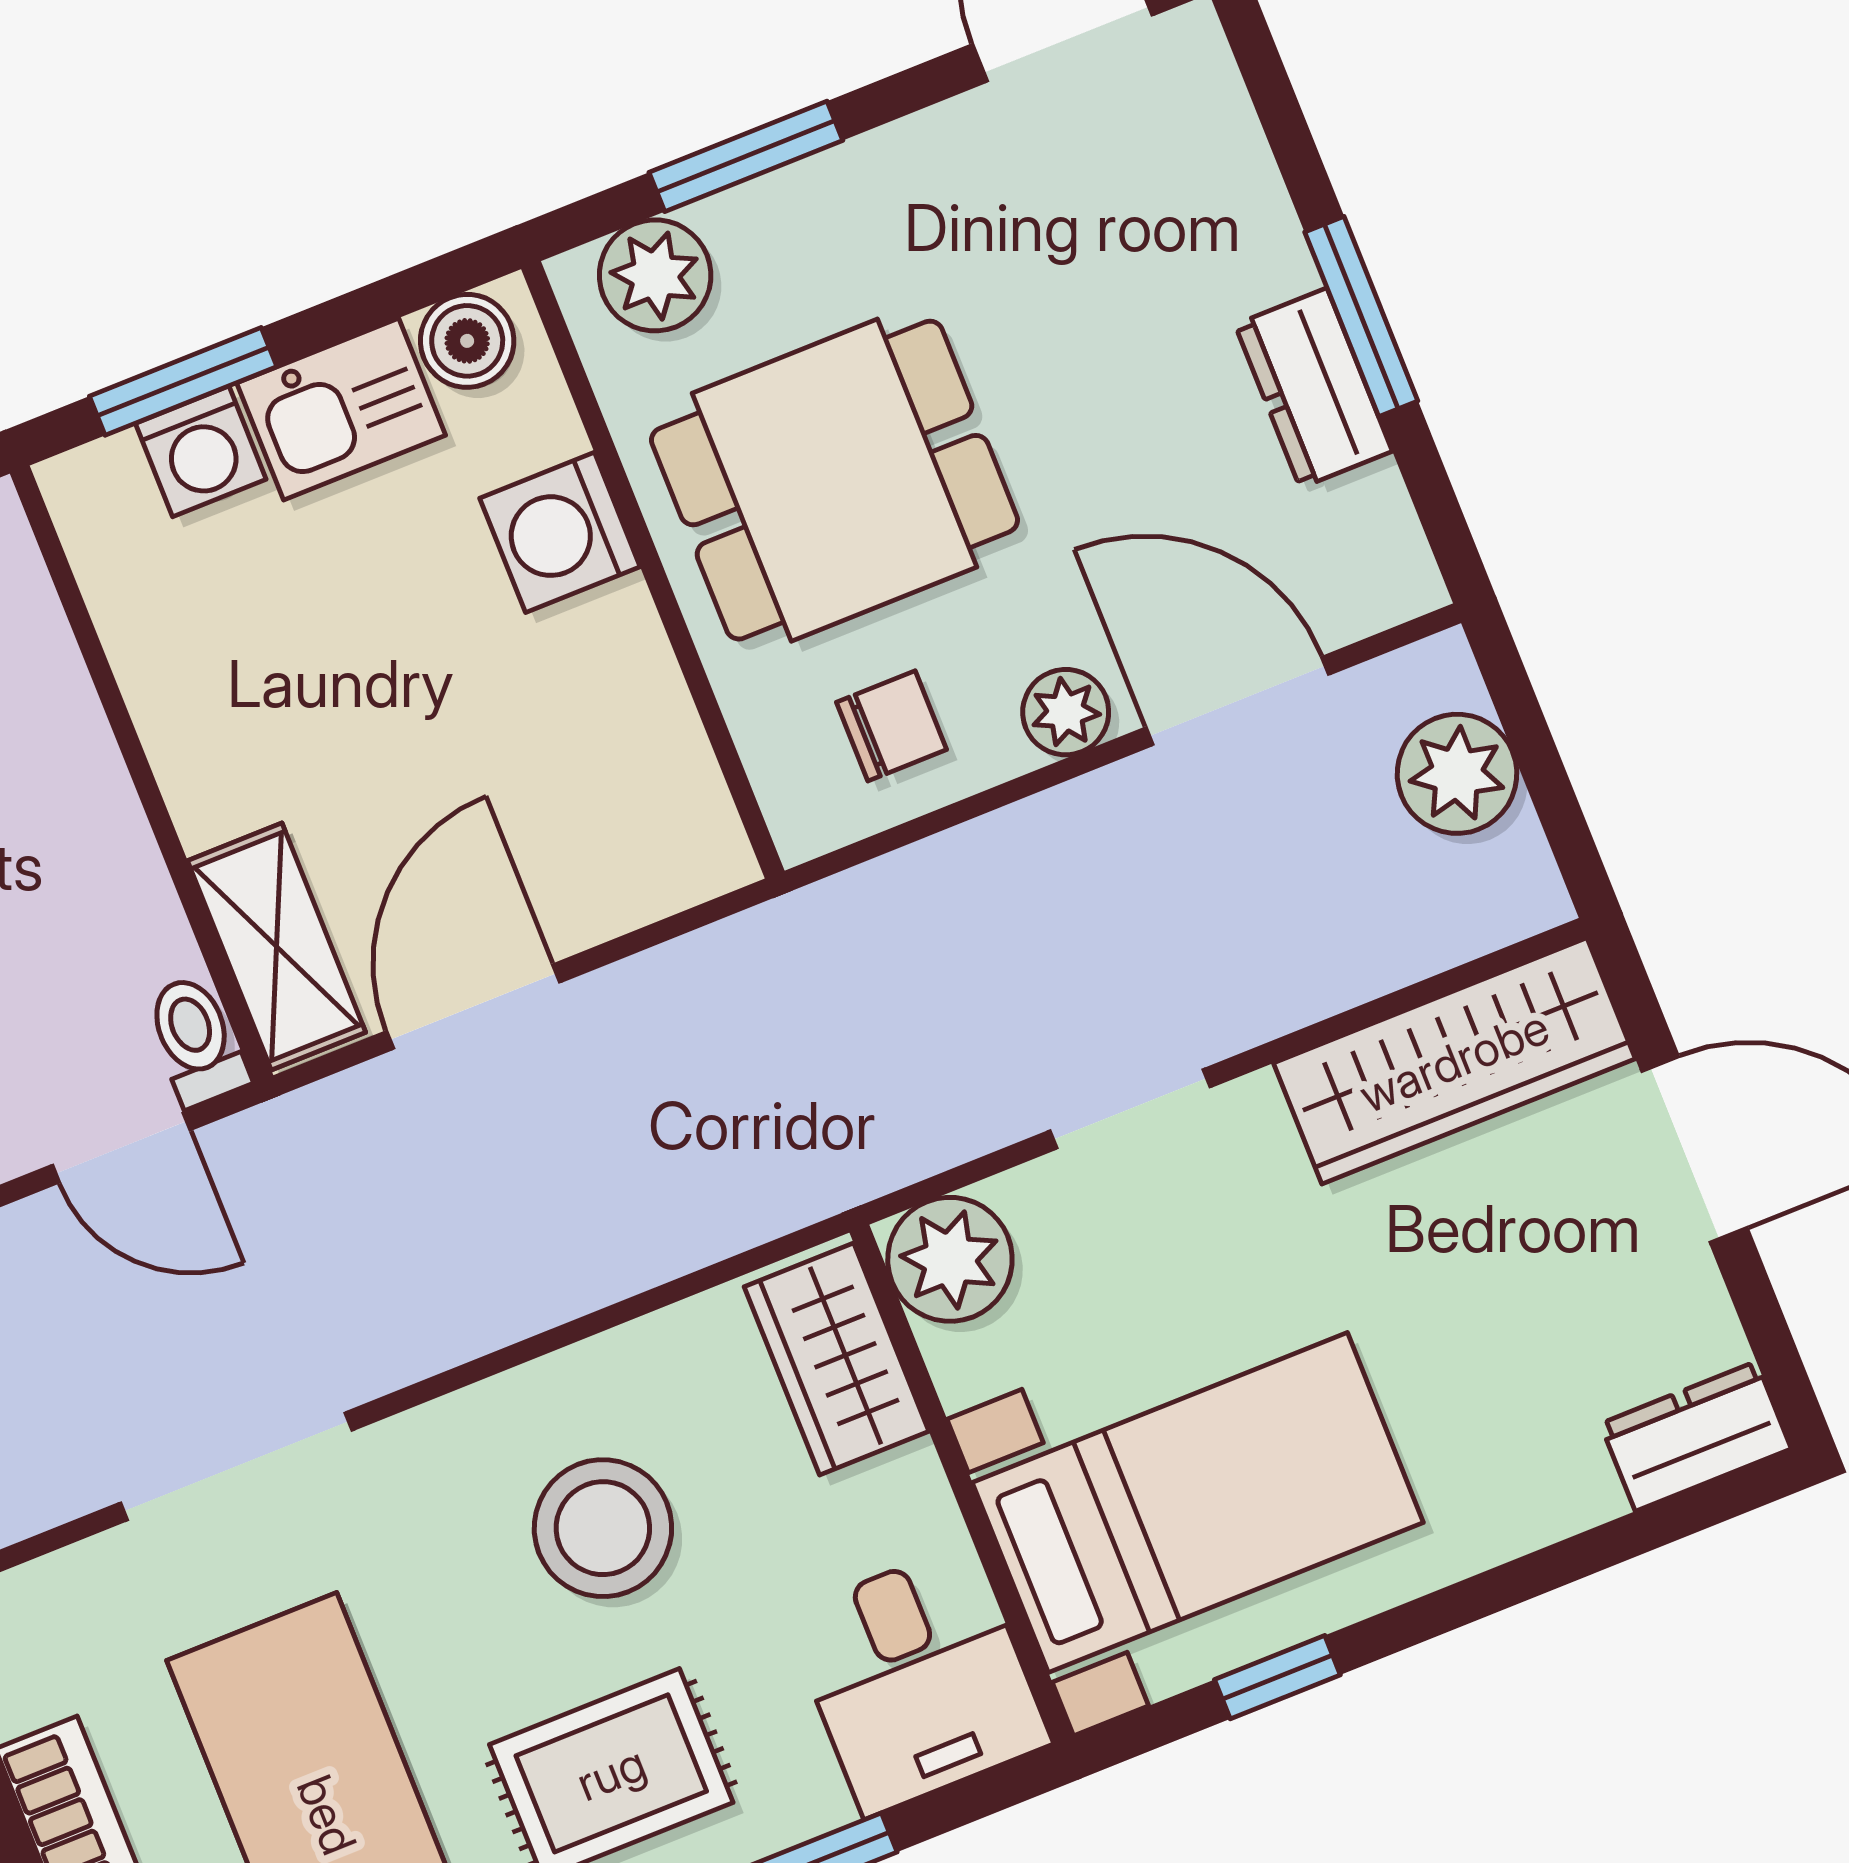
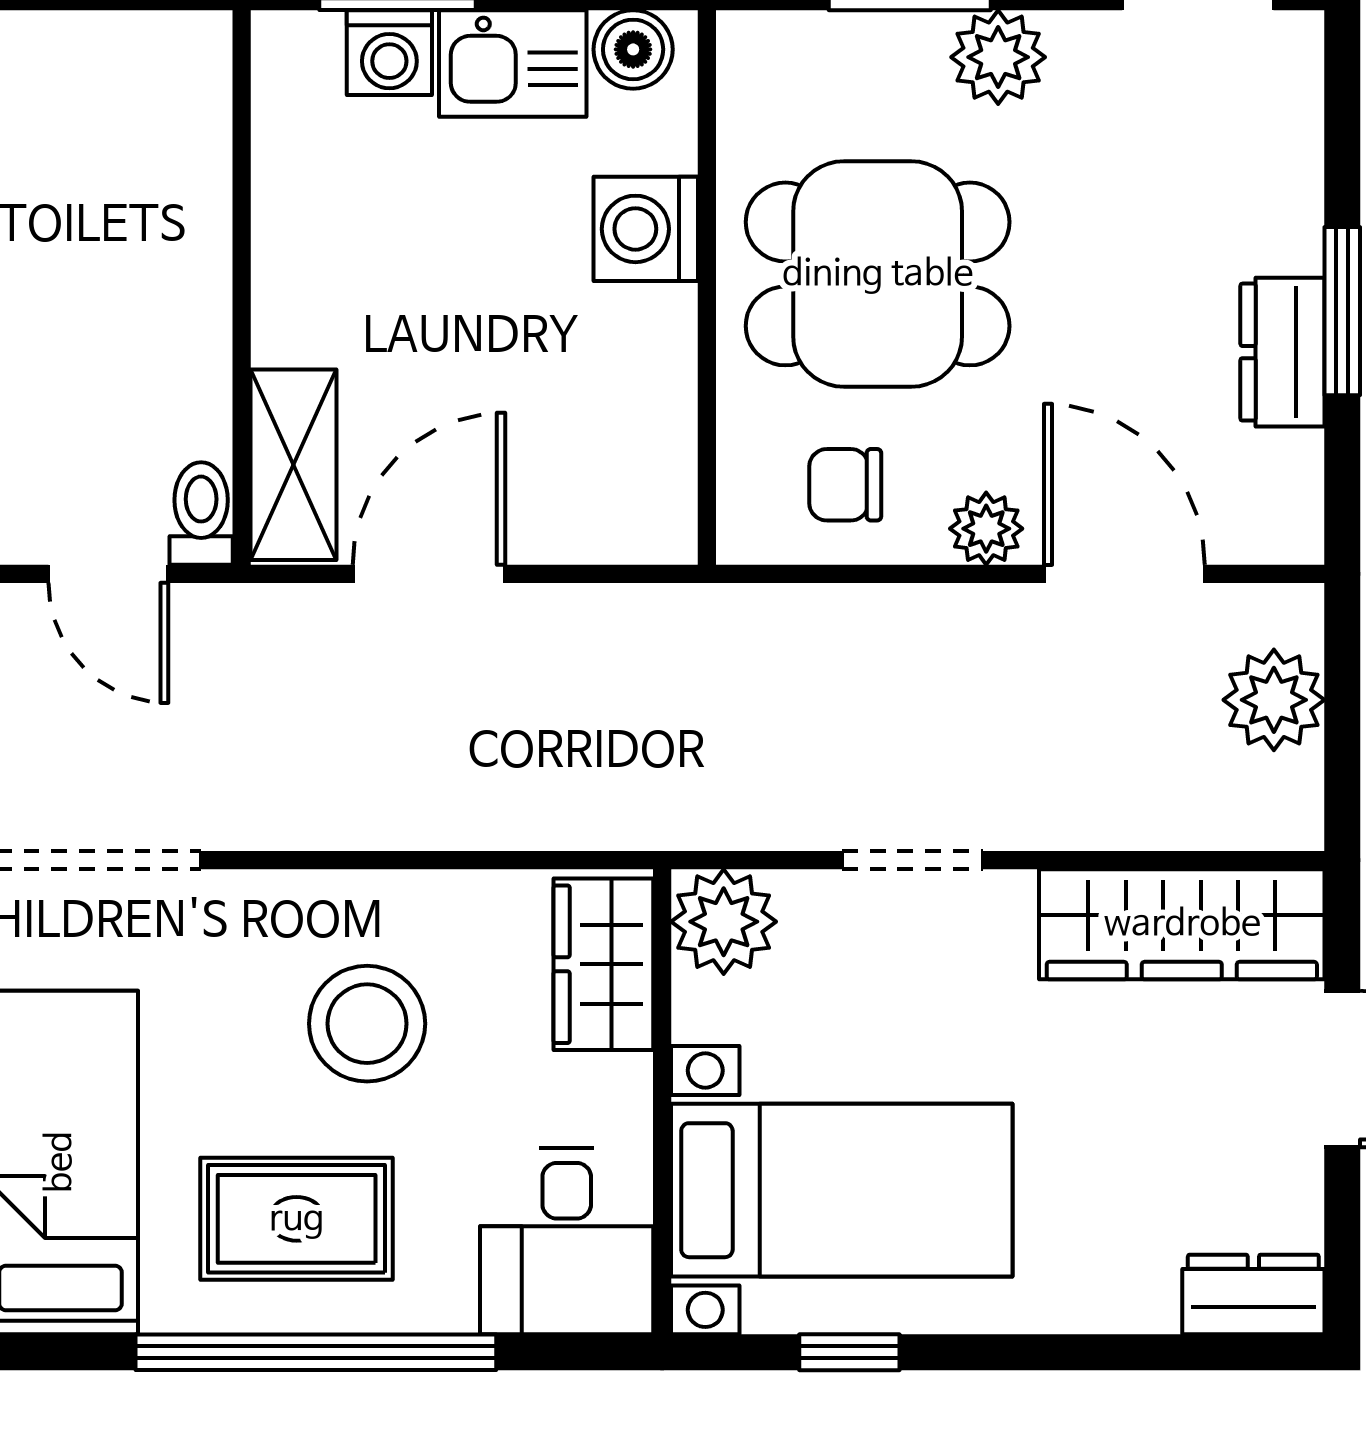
plant: (655, 275) -> (998, 57), moved
chair: (892, 726) -> (845, 485), turned 180

